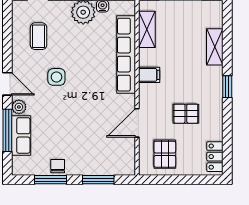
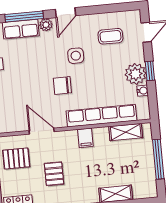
chair: (88, 95) -> (62, 86), added

